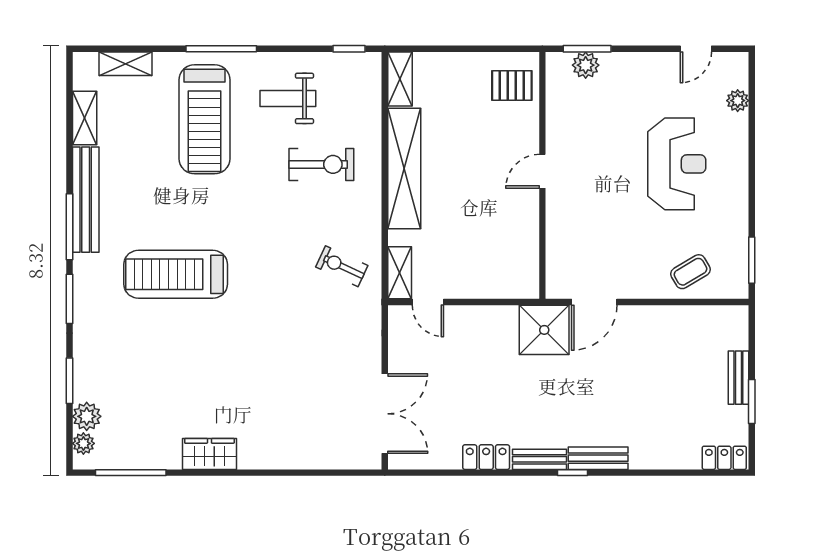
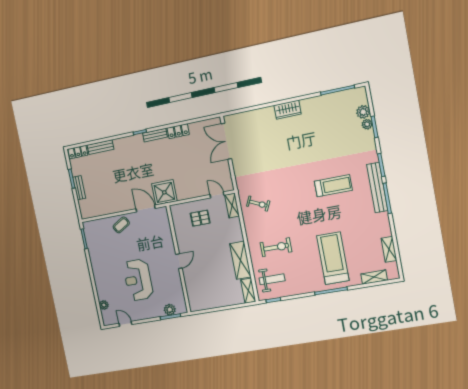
door: (696, 49) -> (125, 324), hinge flipped
pallet: (512, 85) -> (200, 218), moved
weight bench: (288, 98) -> (272, 279), moved
exercise bike: (321, 164) -> (276, 247), turned 180
reception desk: (677, 164) -> (138, 280), moved
shelving: (404, 168) -> (240, 260), width x0.68
bench: (86, 200) -> (377, 188), moved
coffee table: (690, 272) -> (121, 225), moved
treadmill: (176, 274) -> (333, 186), width x0.73, depth x0.73
door: (594, 302) -> (146, 209), hinge flipped
plant: (83, 443) -> (367, 124), moved
wardrobe: (209, 454) -> (288, 110), moved
bench: (598, 458) -> (100, 147), moved

